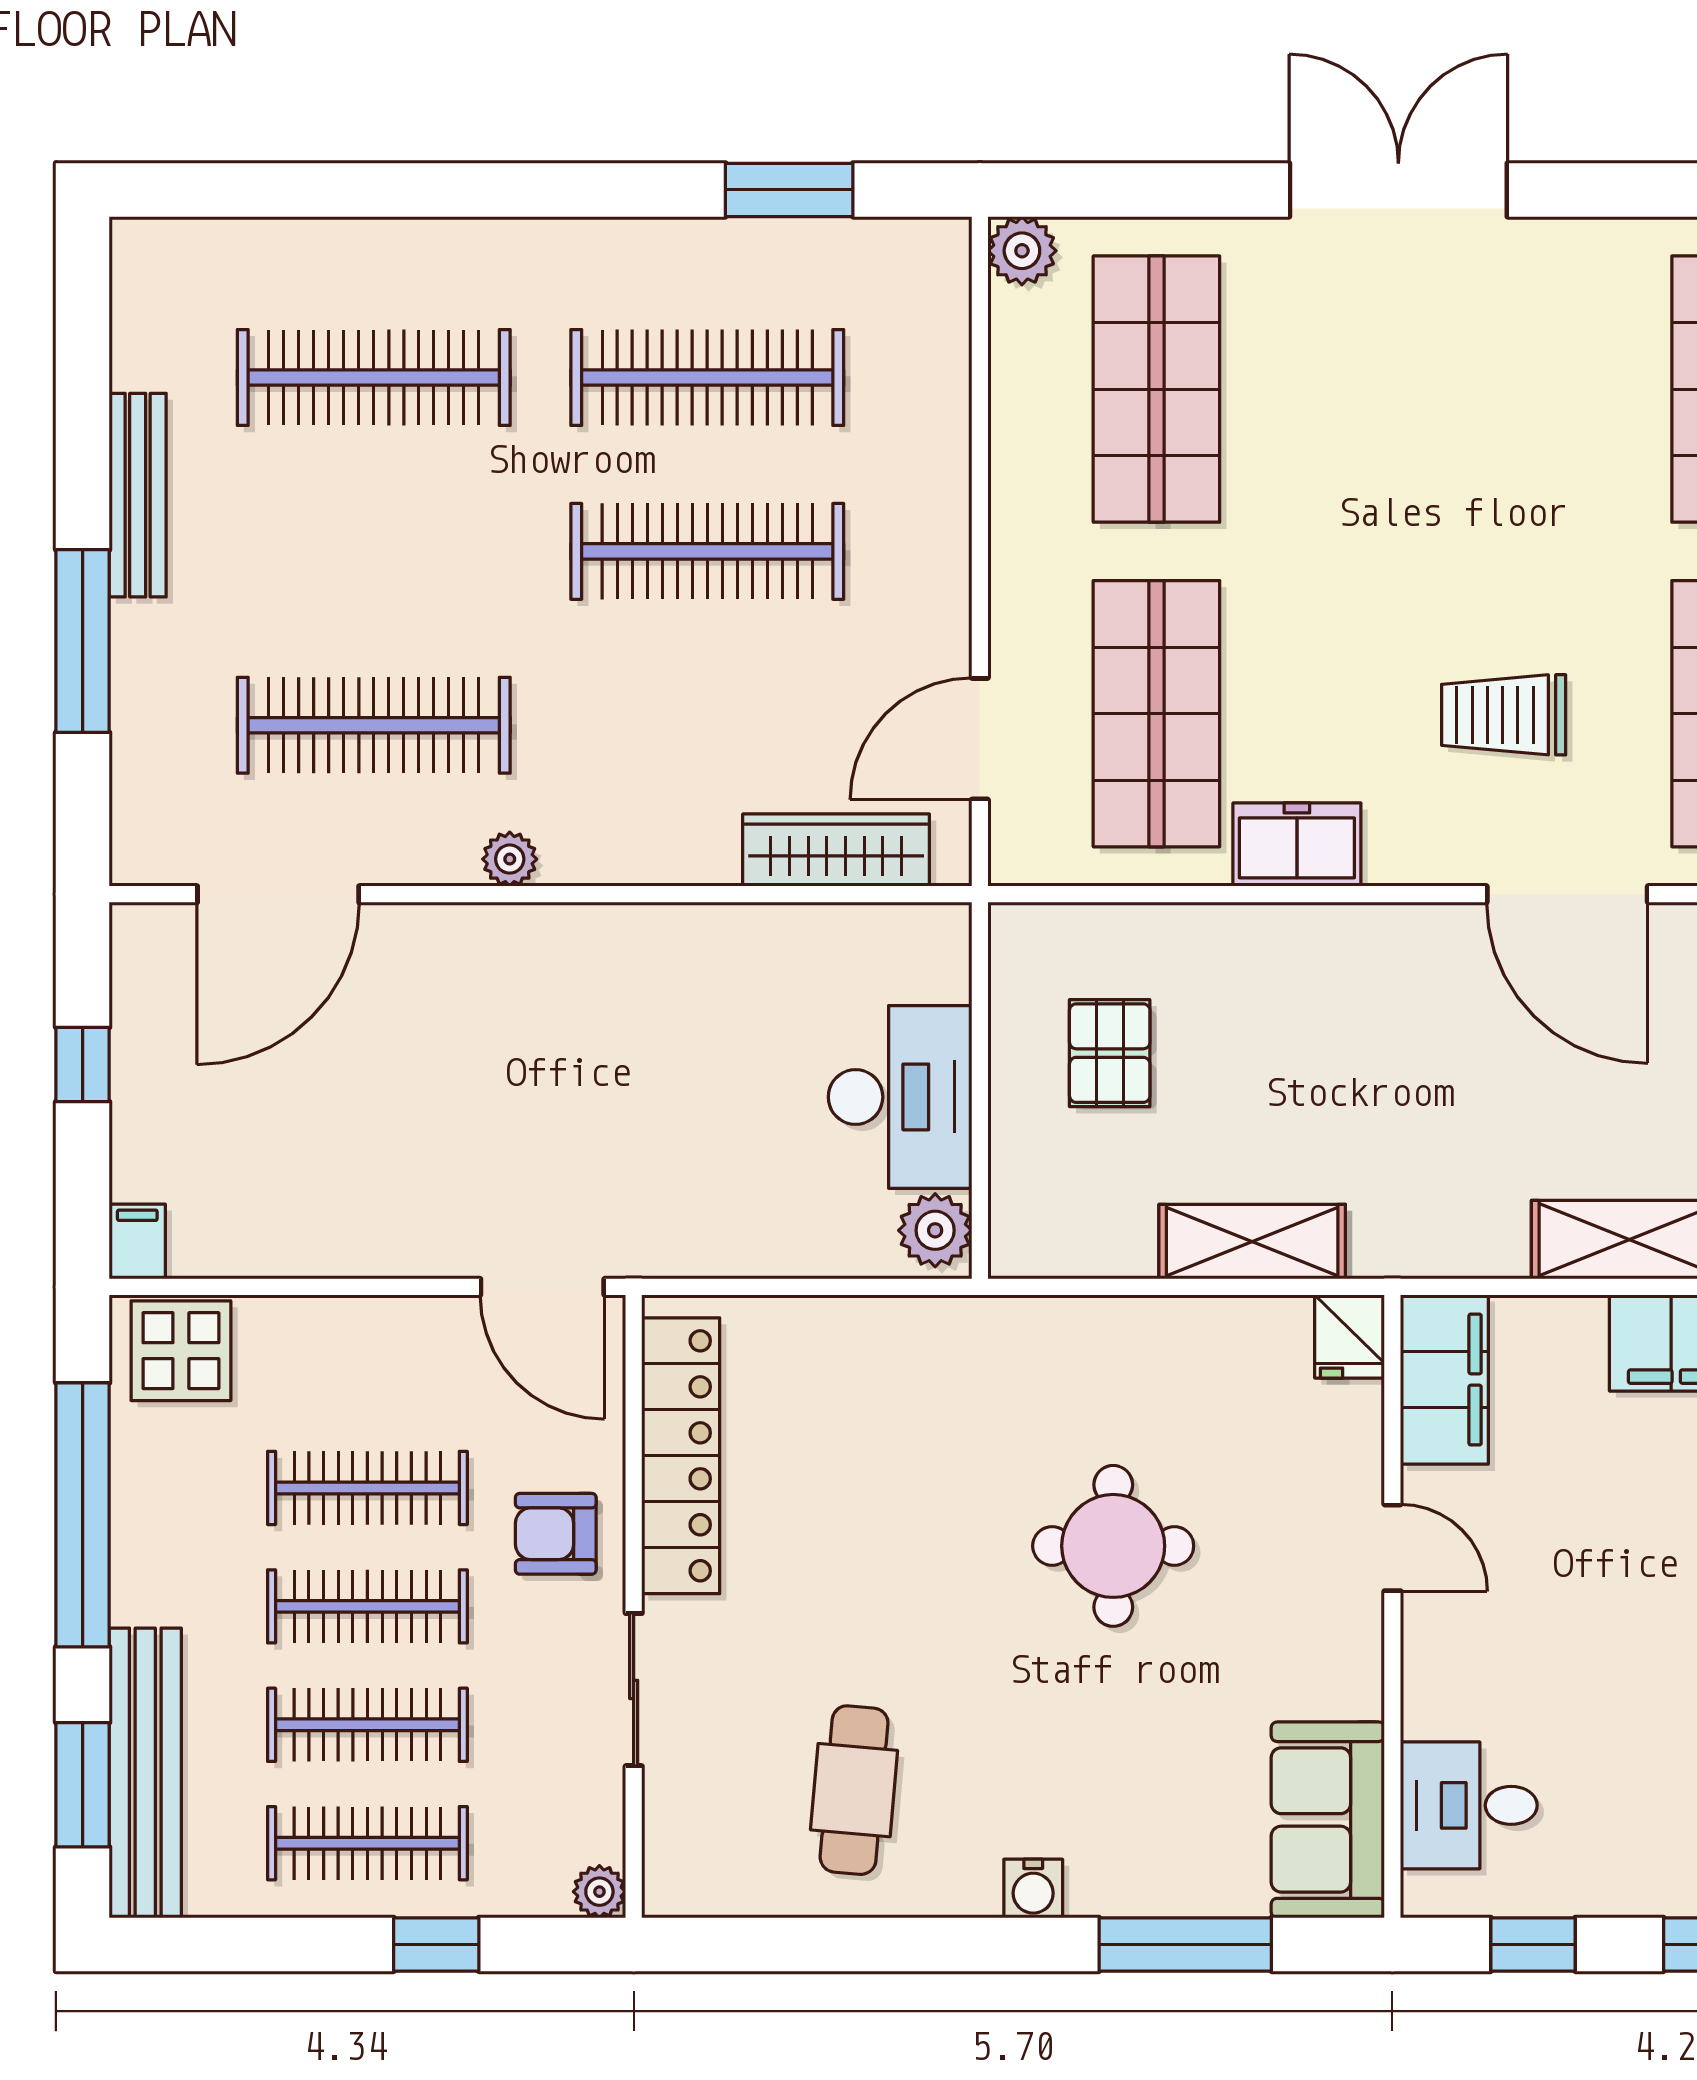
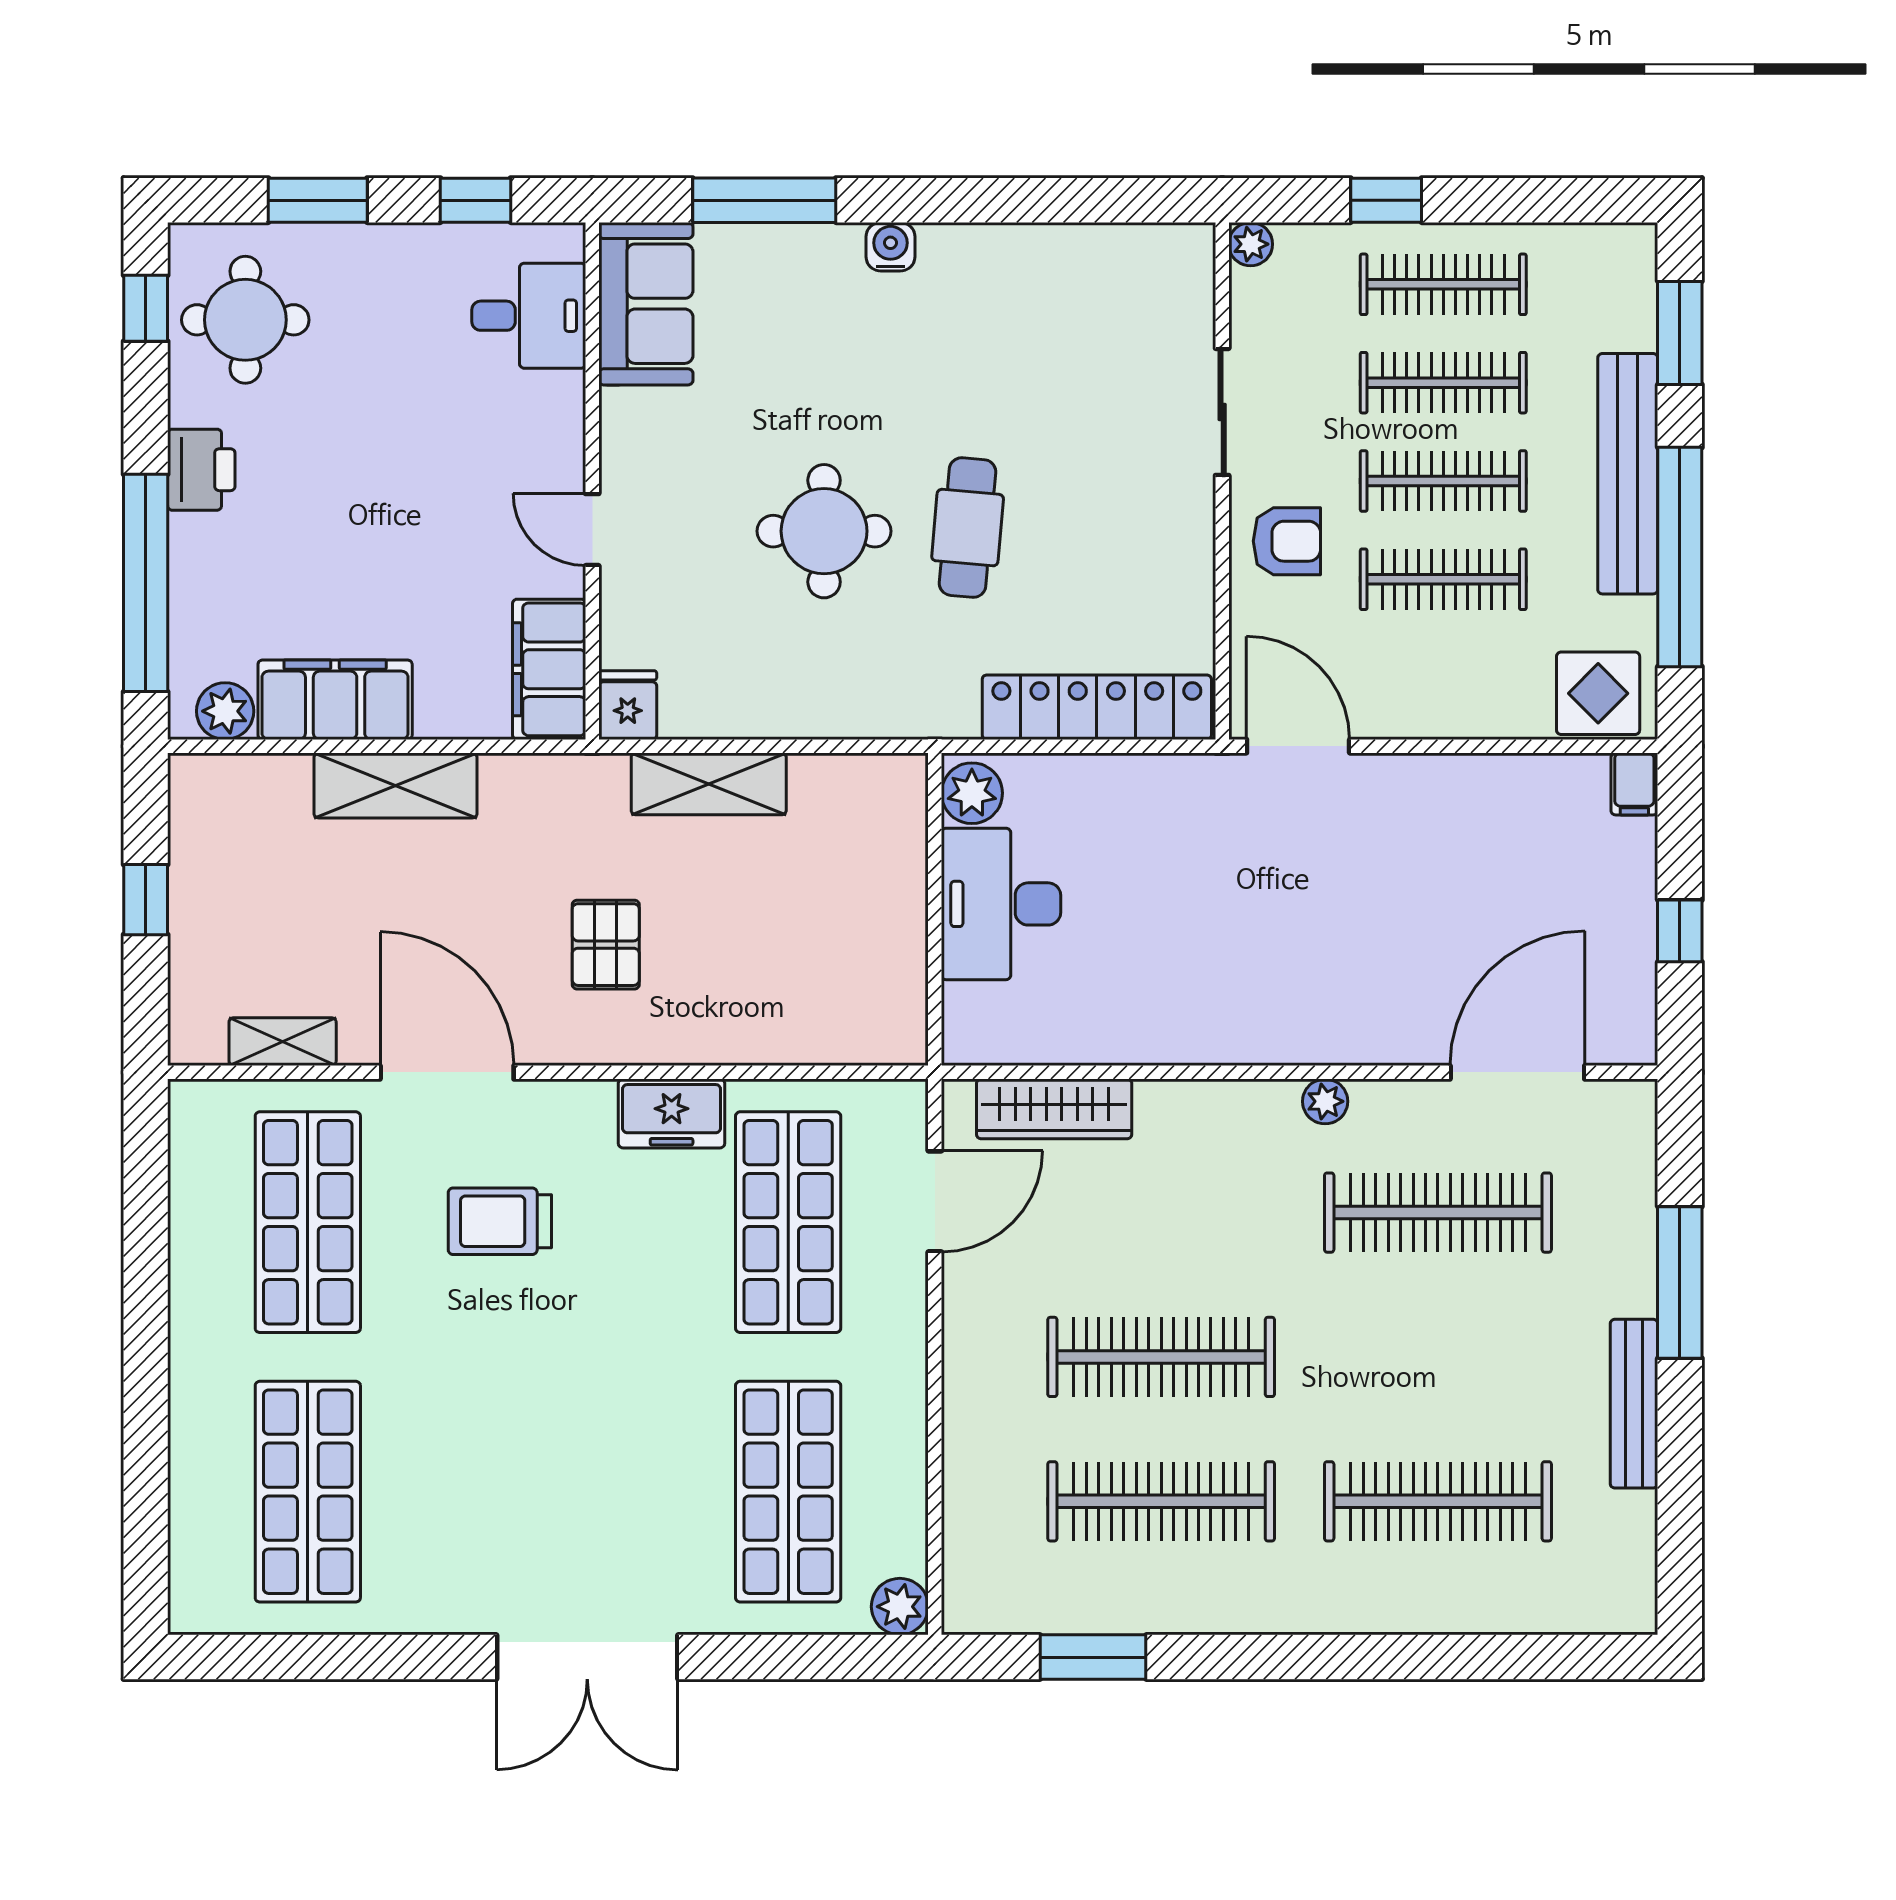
trolley: (1504, 715) -> (500, 1221), turned 180
pallet: (1110, 1053) -> (606, 945), moved
locker: (681, 1456) -> (1097, 707), moved, turned 90
bench: (145, 1773) -> (1628, 474), moved
cafe table: (854, 1790) -> (968, 528), moved

